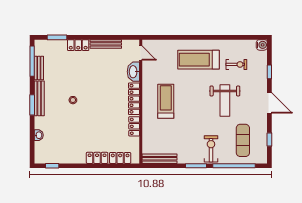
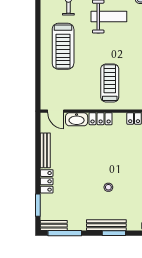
door: (141, 53) -> (56, 111), swing flipped
bench: (39, 68) -> (54, 226), moved
locker: (134, 99) -> (101, 119), width x0.66
treadmill: (166, 101) -> (110, 83), turned 90

